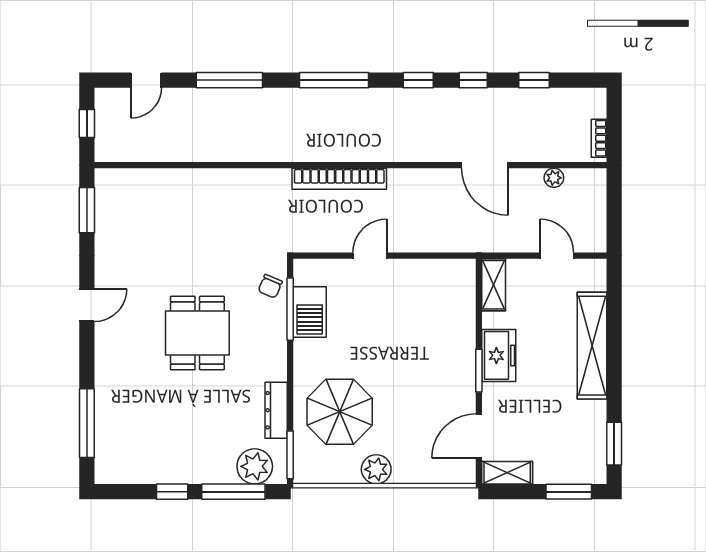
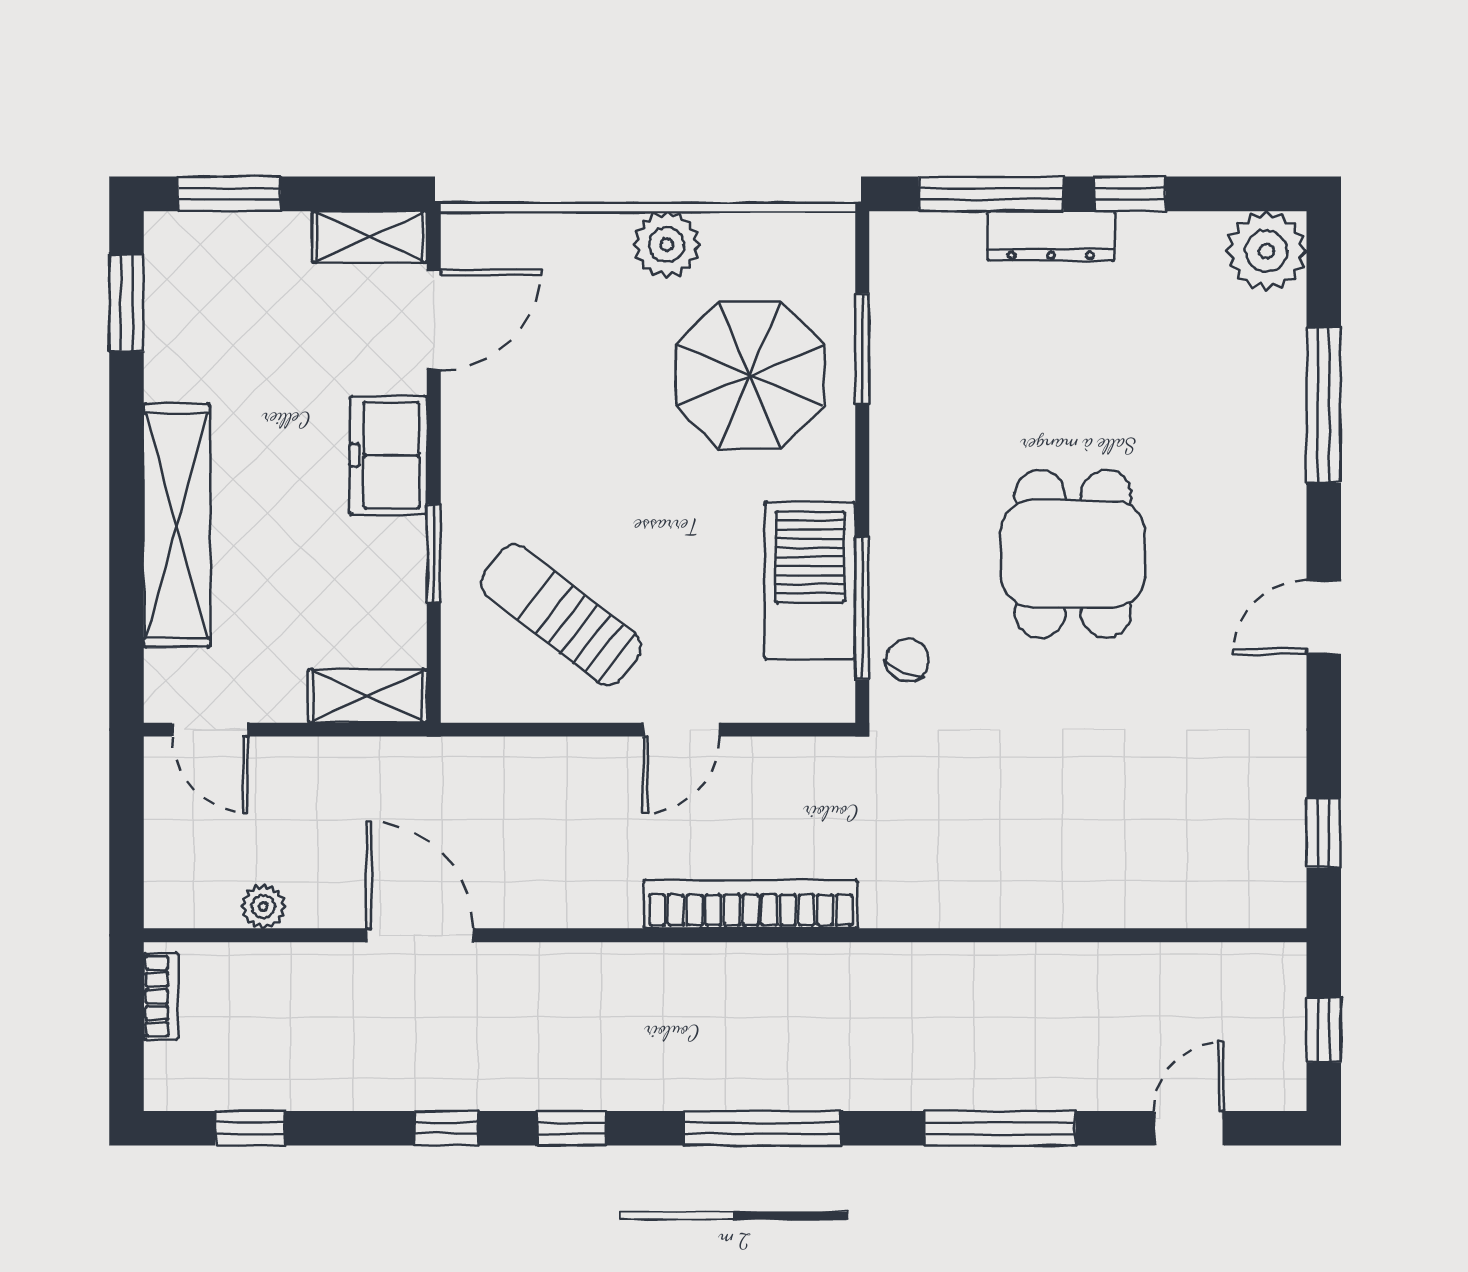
window: (534, 80) -> (250, 1128), moved
window: (87, 210) -> (1324, 833), width x0.67
door: (557, 256) -> (210, 730), moved
shelving: (494, 285) -> (368, 696), moved, turned 90
sun lounger: (423, 306) -> (561, 615), added
barbecue: (310, 312) -> (810, 581), width x1.37, depth x1.21
freezer: (499, 355) -> (388, 455), moved
window: (479, 371) -> (434, 553), moved
dresser: (276, 410) -> (1051, 236), moved, turned 90
window: (87, 423) -> (1324, 405), moved
window: (290, 455) -> (862, 348), moved
plant: (255, 466) -> (1266, 251), moved

